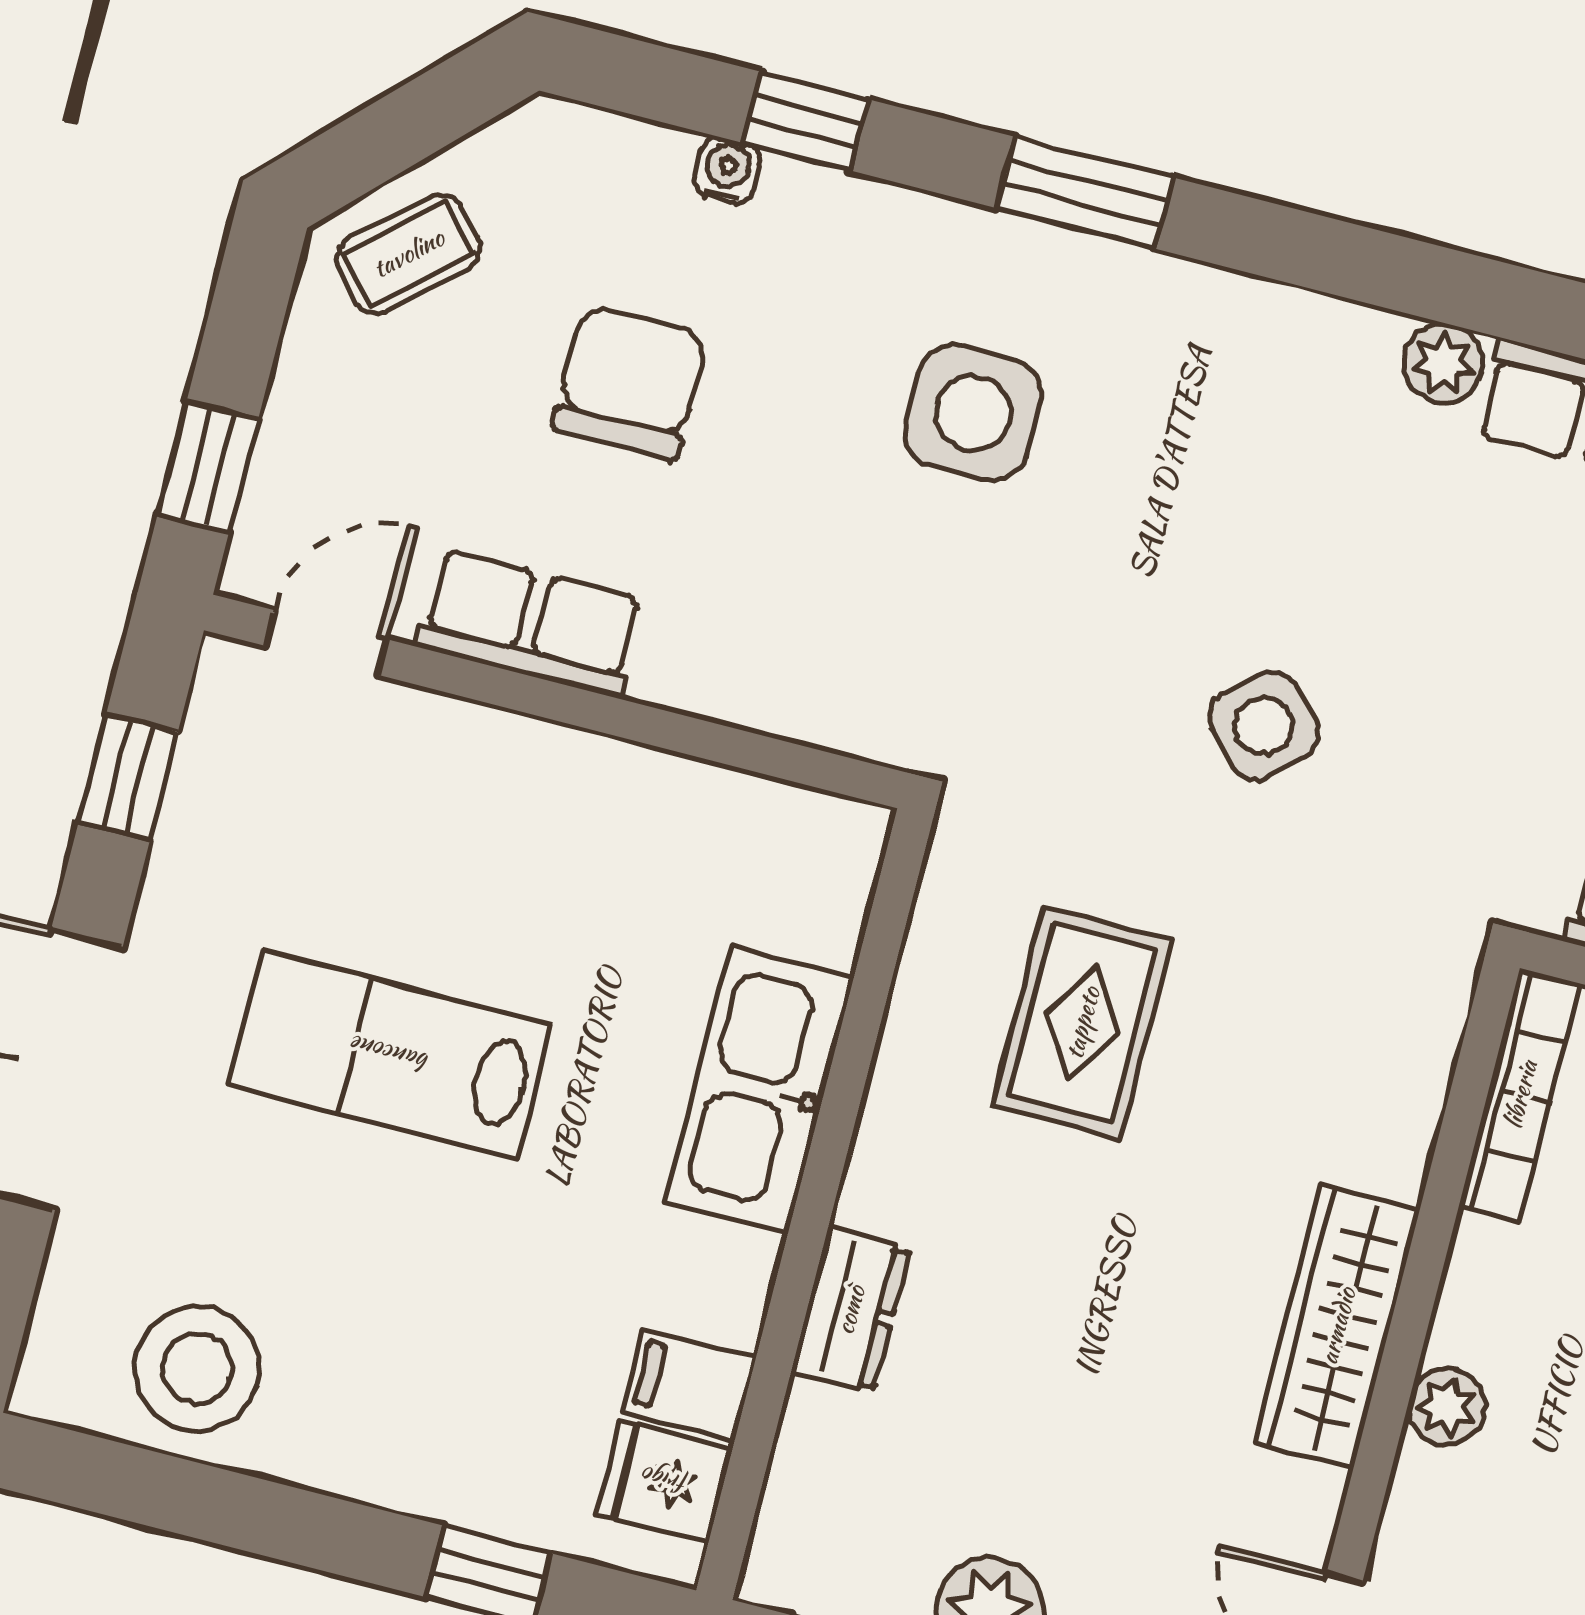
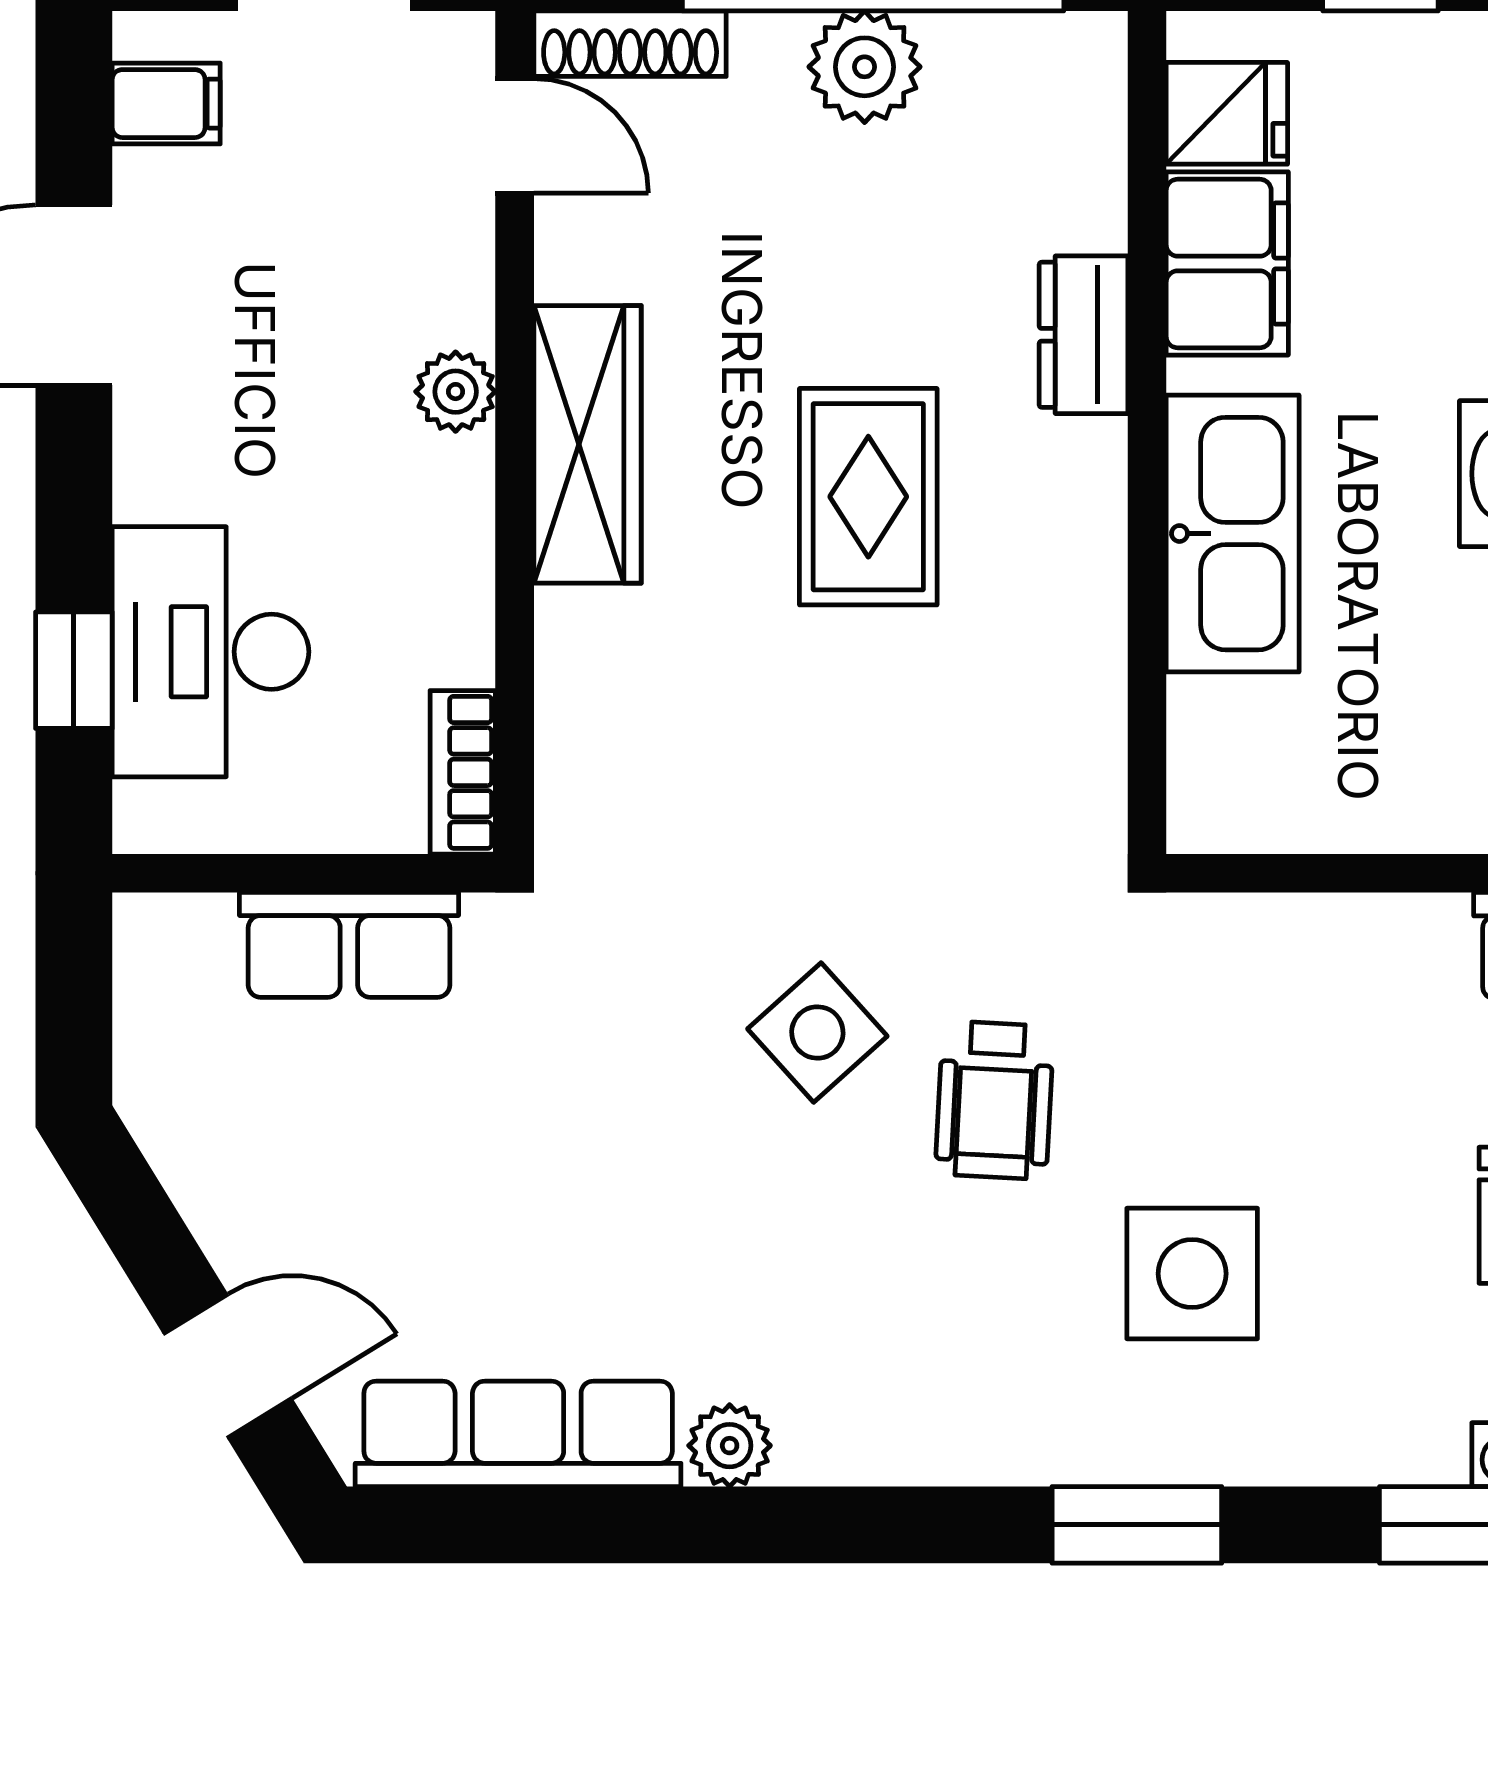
wheelchair: (1115, 621) -> (995, 1100), added
rug: (1082, 1023) -> (868, 497), moved
bookcase: (1520, 1094) -> (463, 772), width x0.64
filing cabinet: (689, 1384) -> (1227, 263), width x2.00

